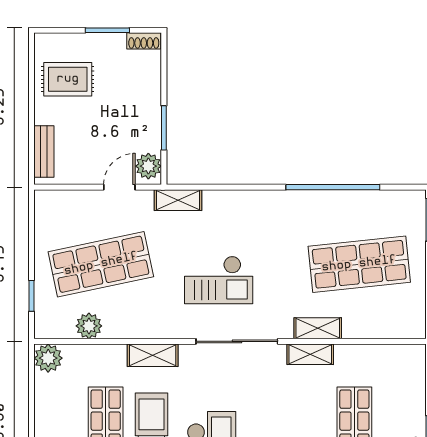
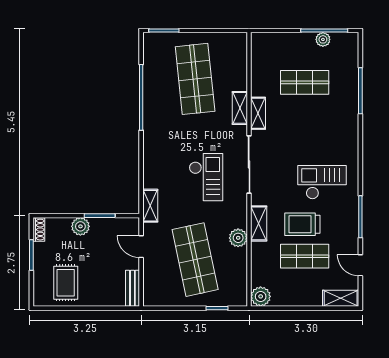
bench: (44, 152) -> (132, 288), moved, turned 90
plant: (148, 166) -> (80, 226), moved
plant: (89, 326) -> (238, 238), moved

